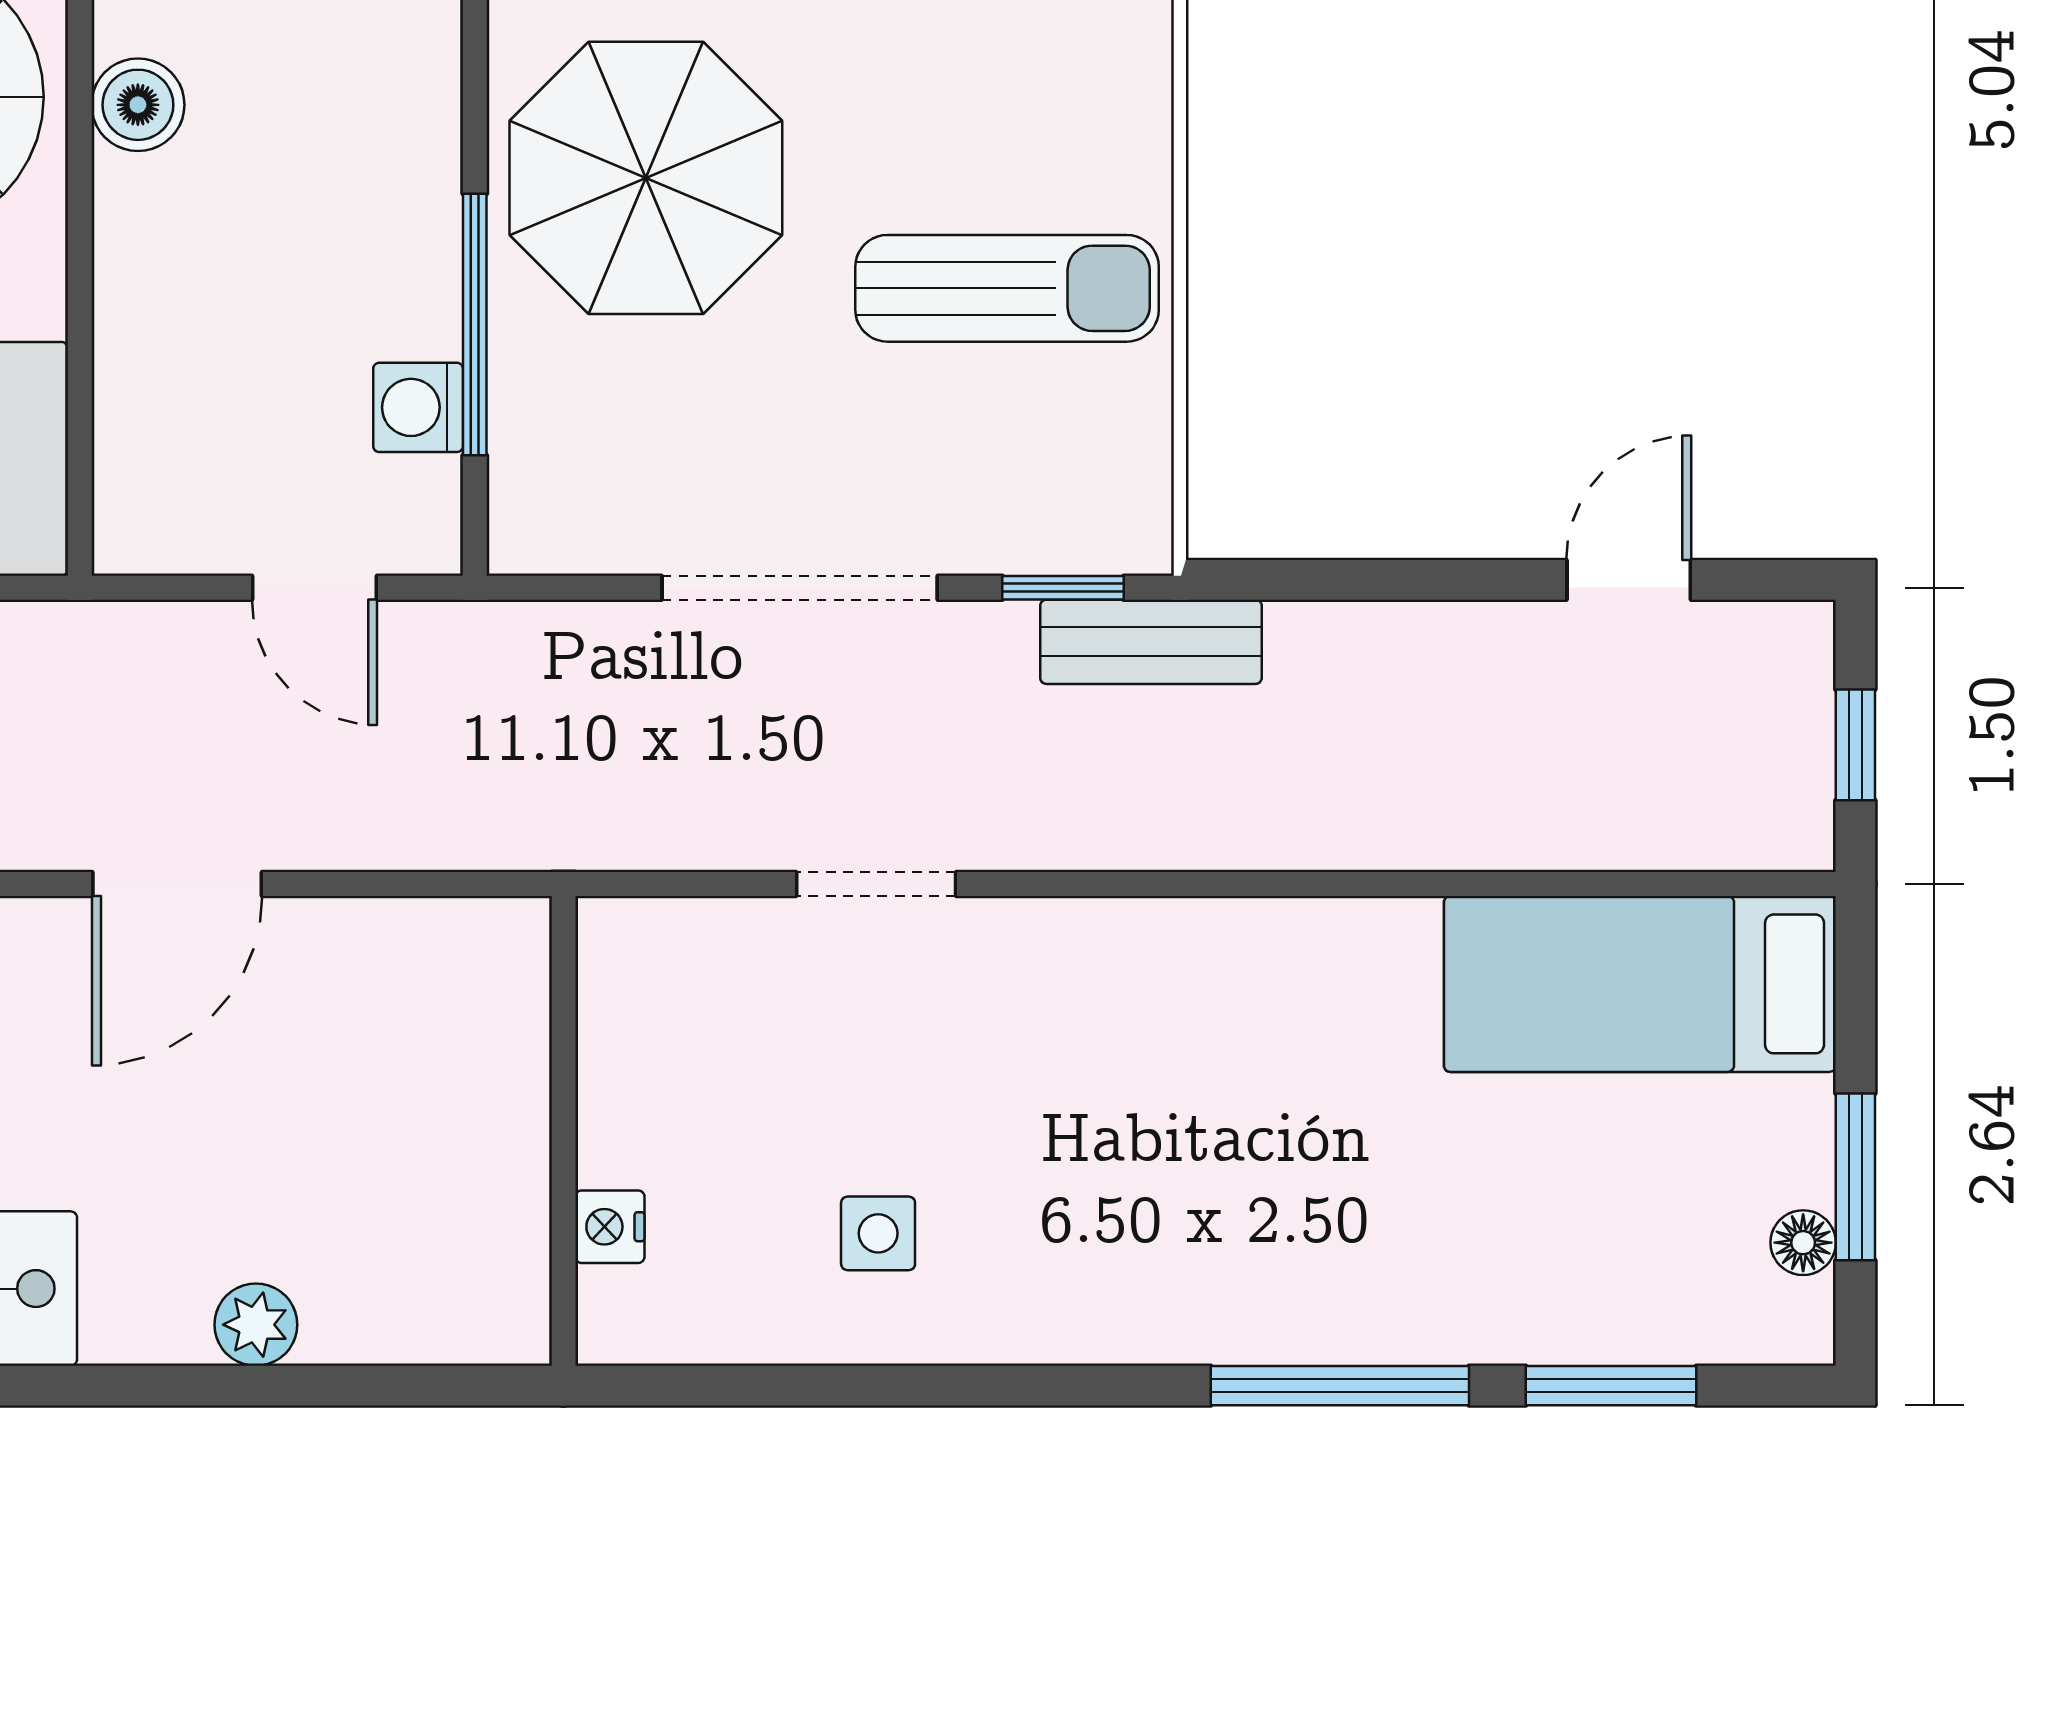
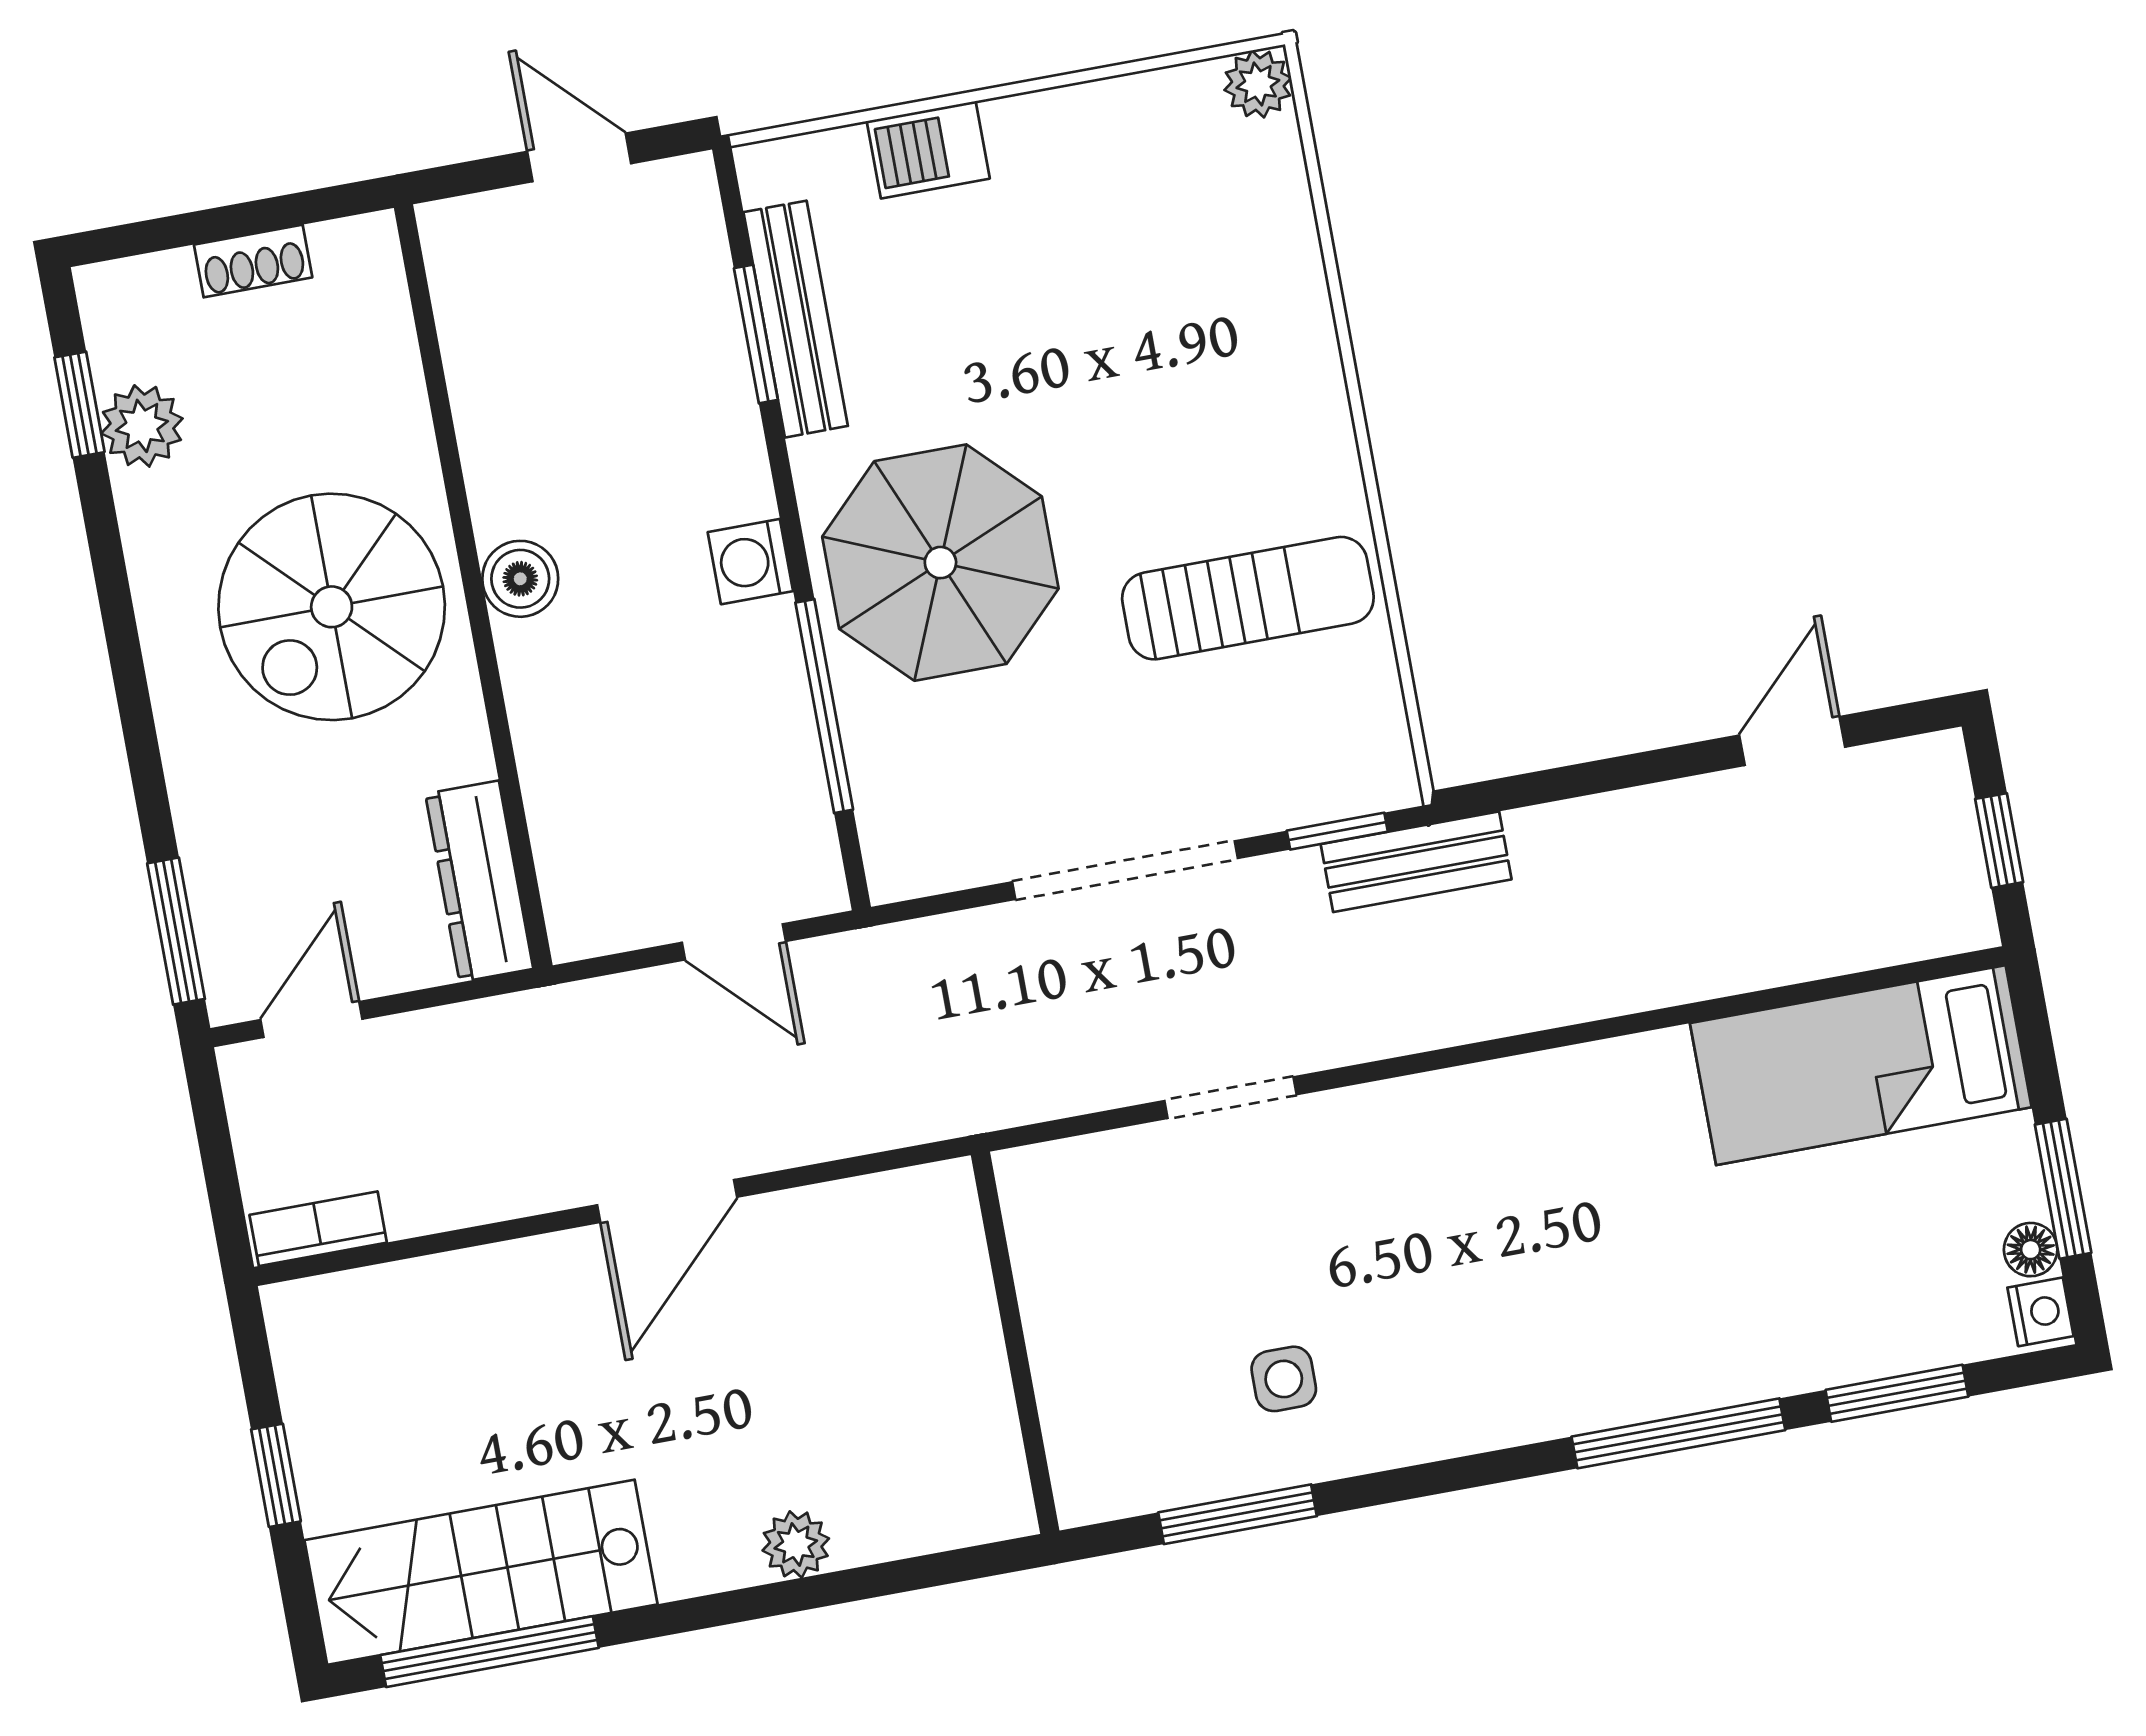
washing machine: (418, 407) -> (750, 562), moved
nightstand: (610, 1227) -> (2040, 1312), moved, turned 180
window: (793, 1386) -> (1238, 1514), added

